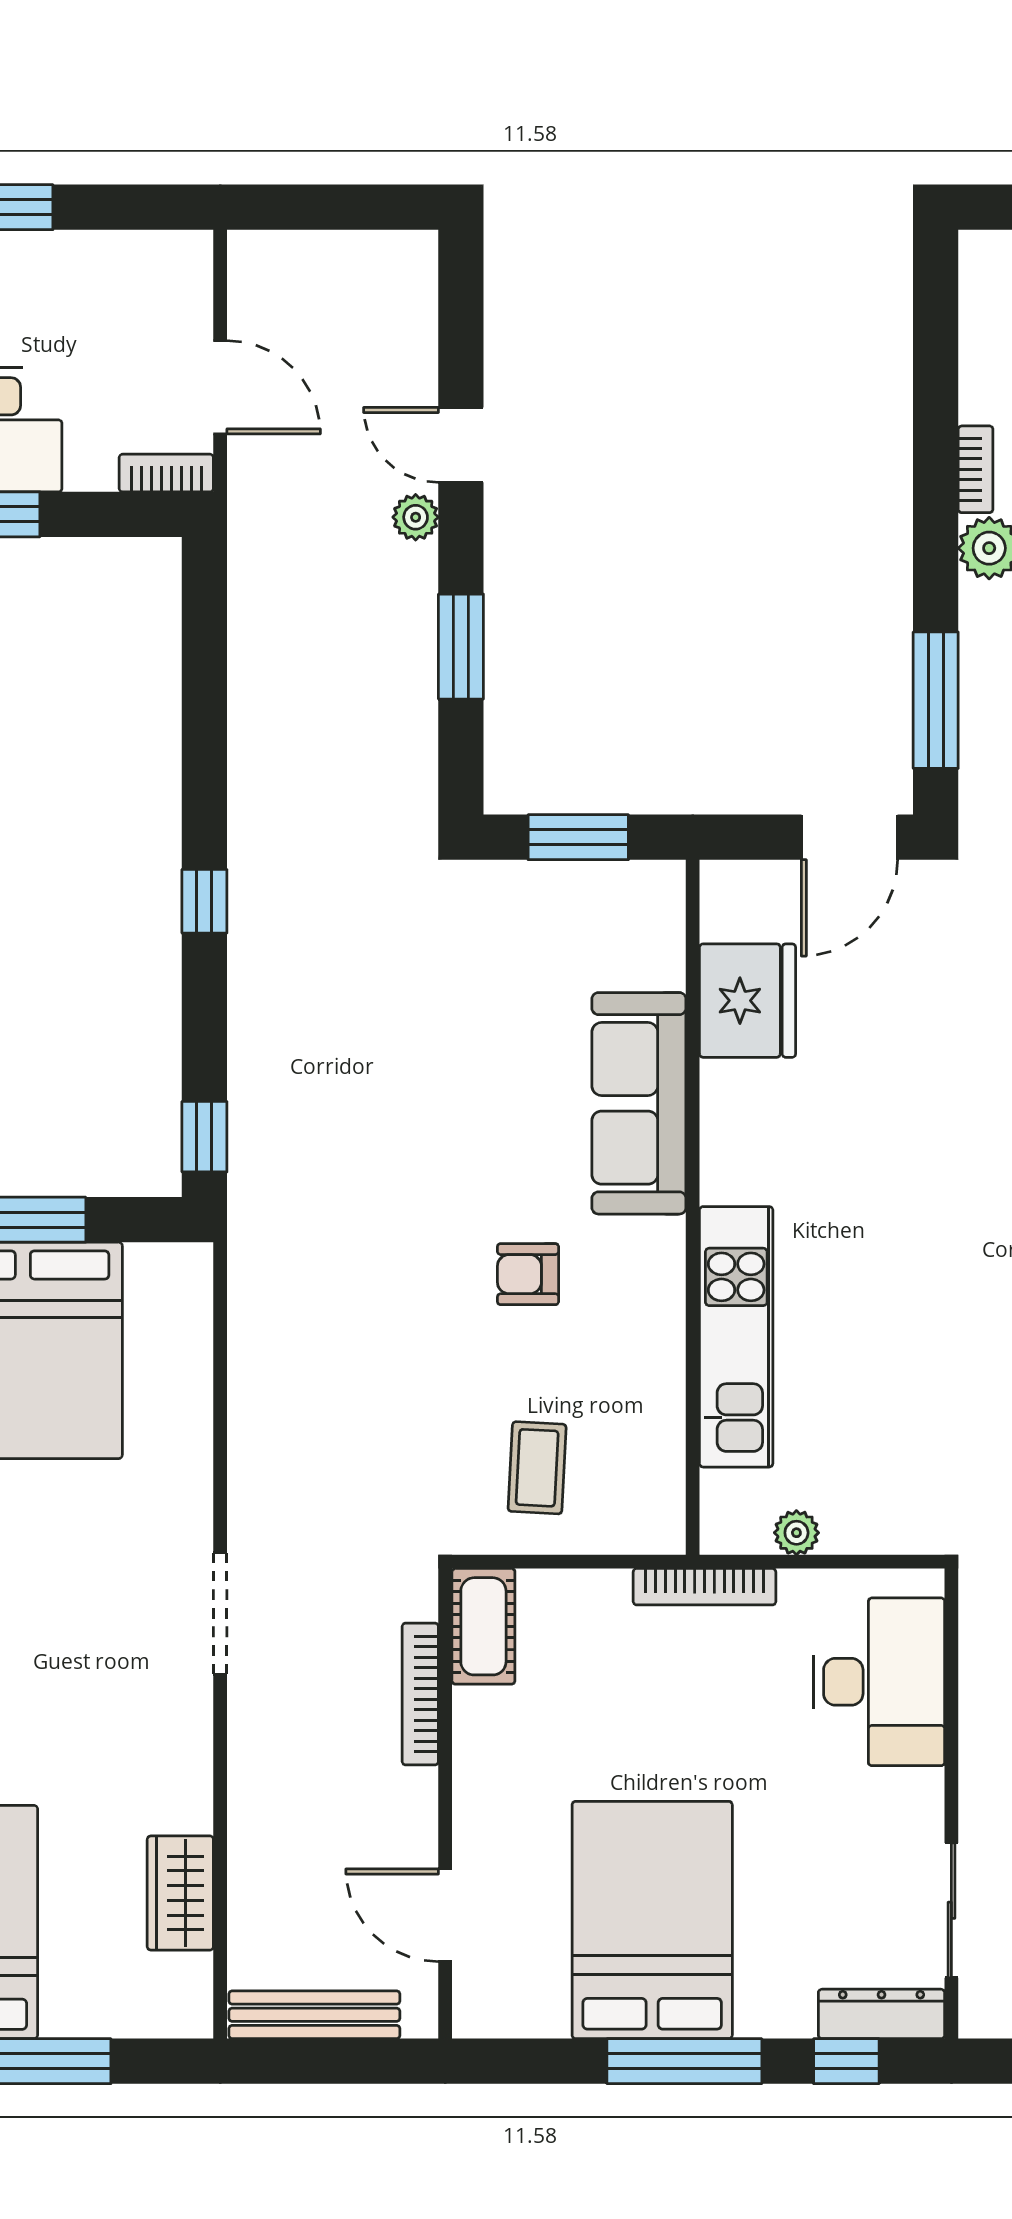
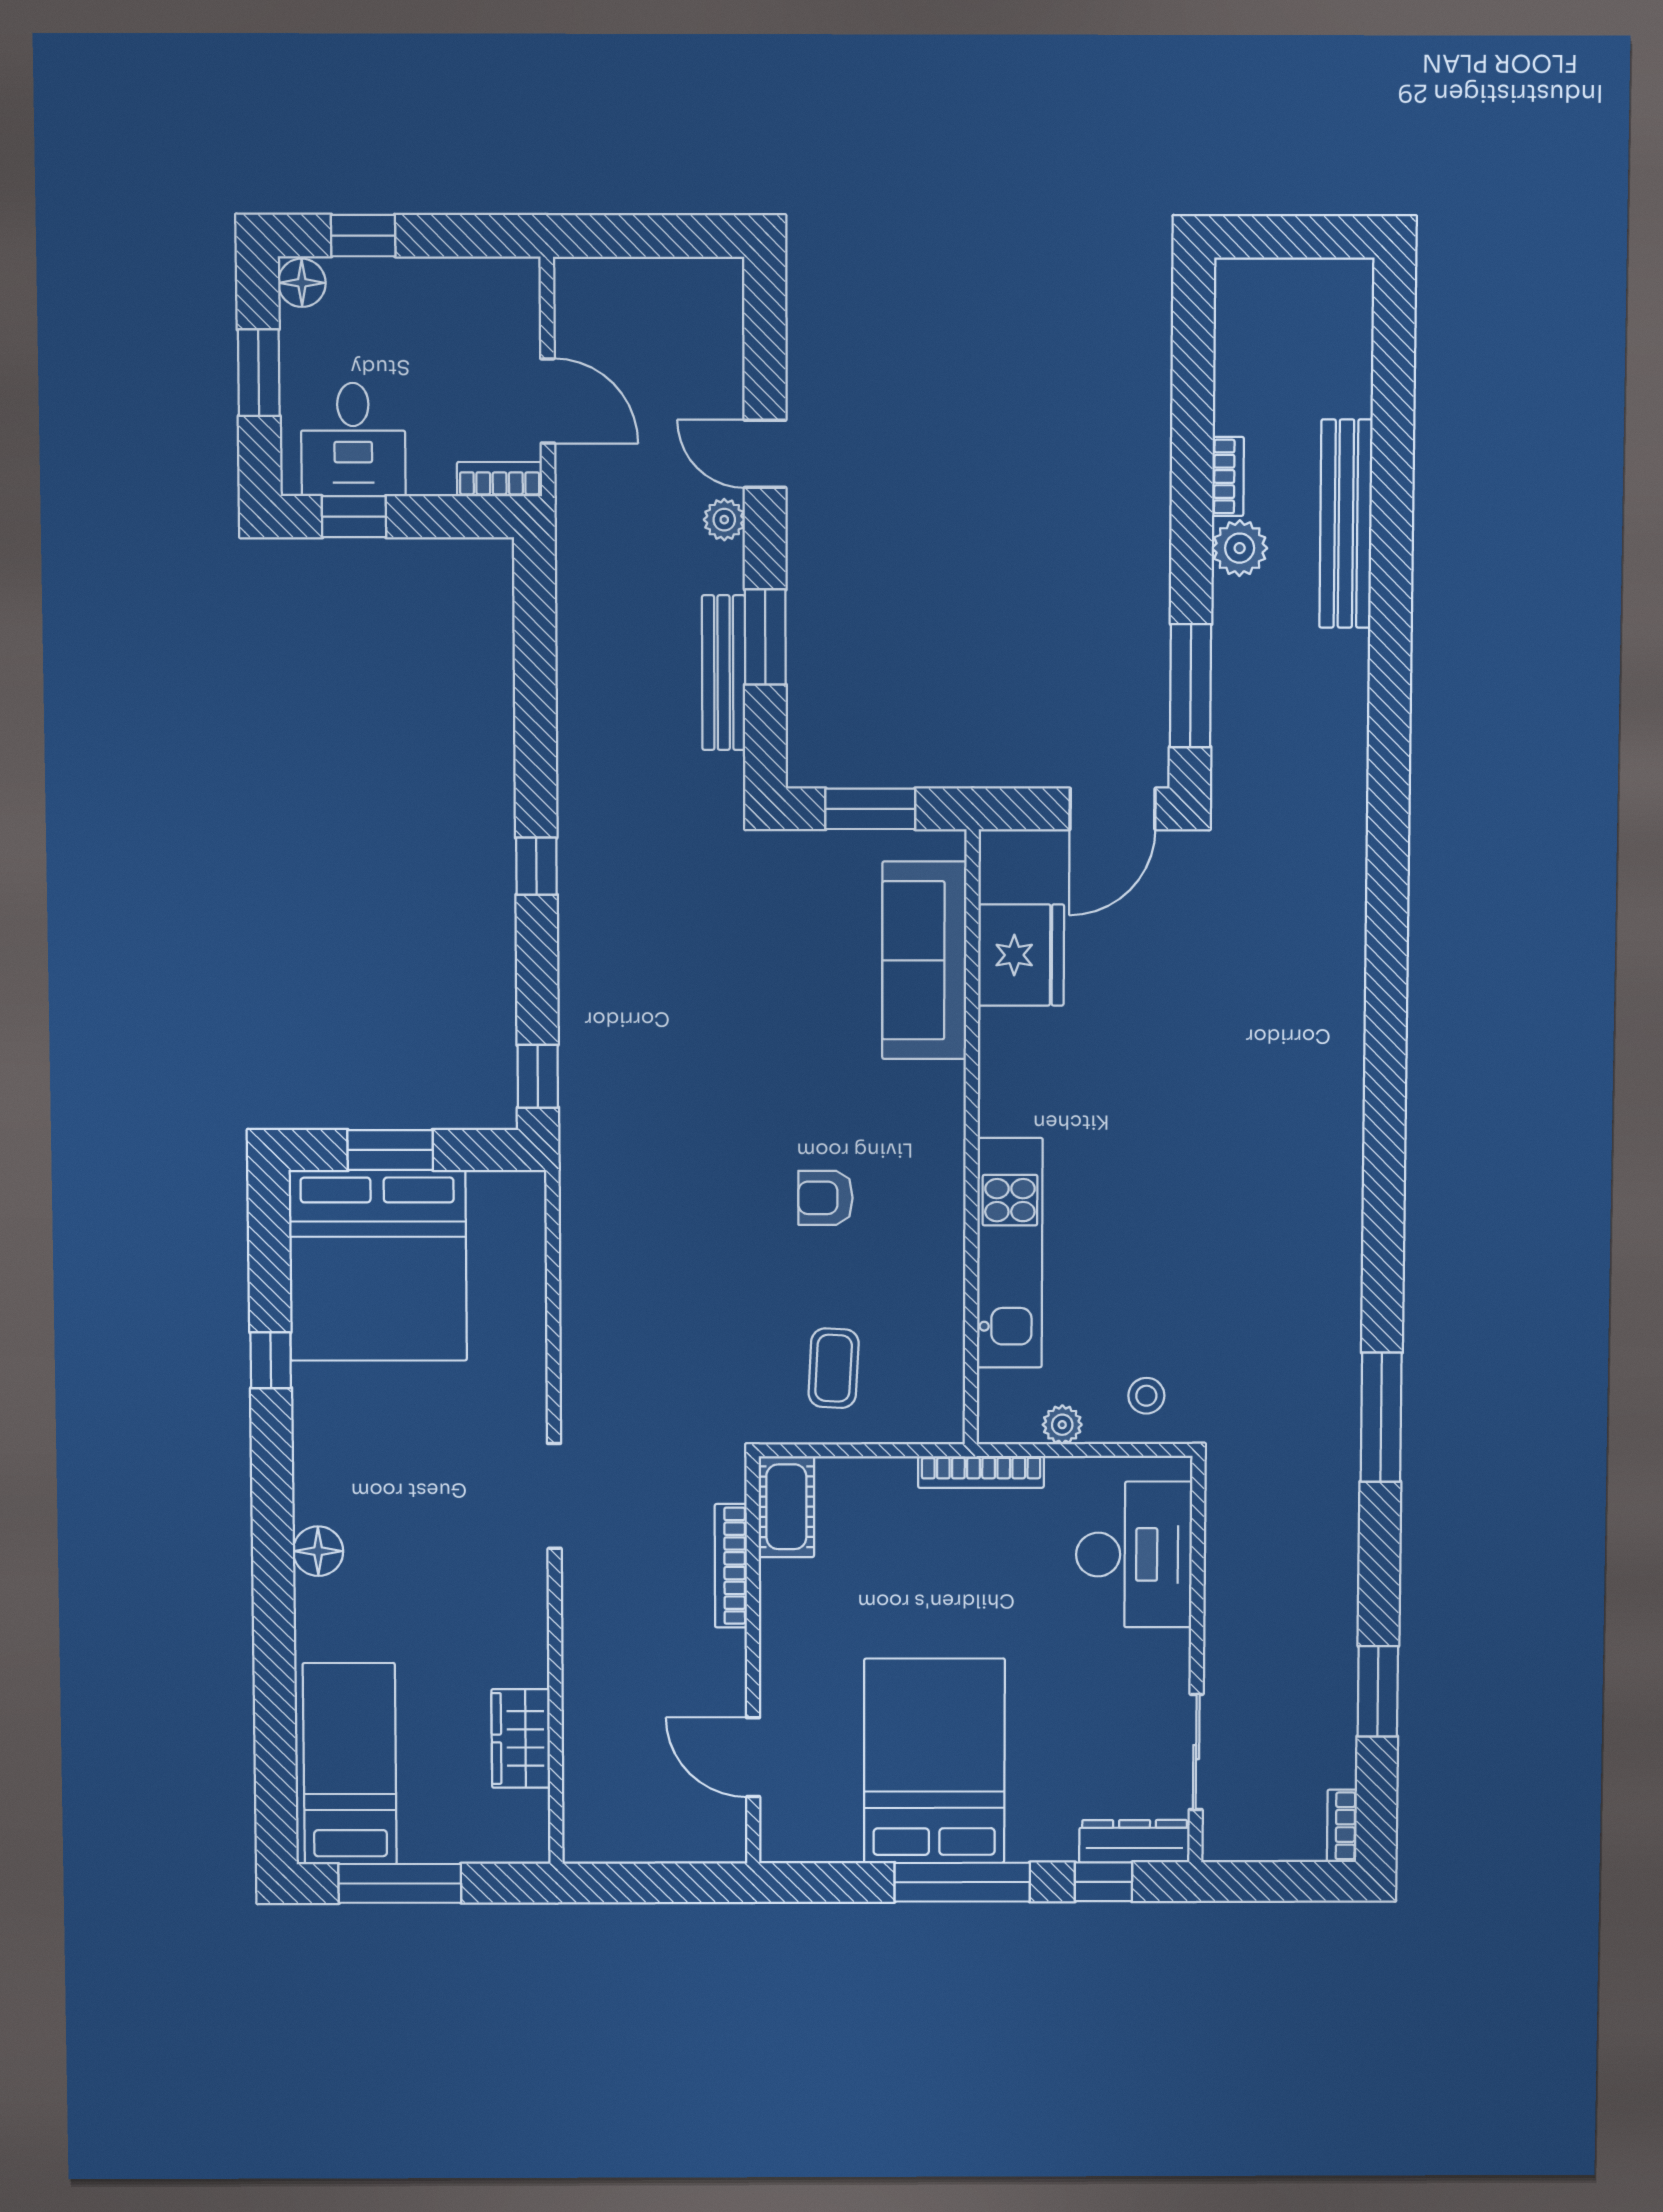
sofa: (639, 1103) -> (924, 960), moved
stool: (892, 1500) -> (1146, 1396), added
bench: (314, 2015) -> (724, 673), moved, turned 90

